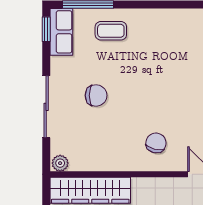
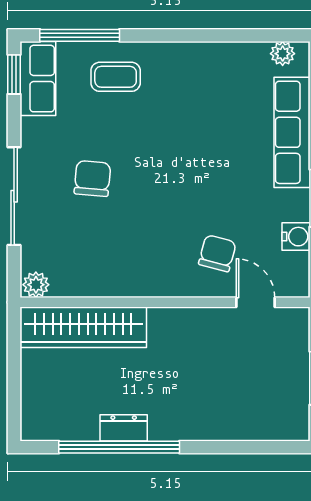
chair: (96, 95) -> (92, 178), turned -85
chair: (156, 143) -> (217, 253), moved

